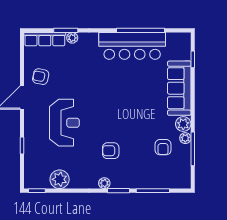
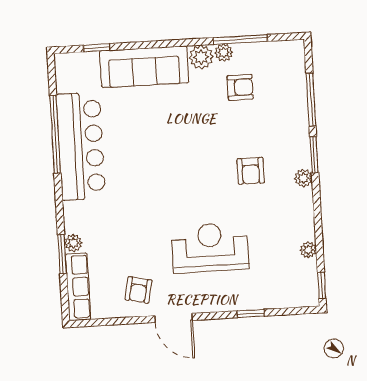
plant: (60, 179) -> (308, 250), width x0.53, depth x0.53

